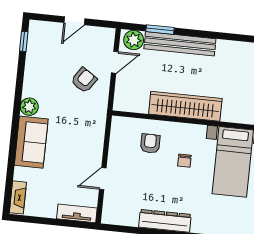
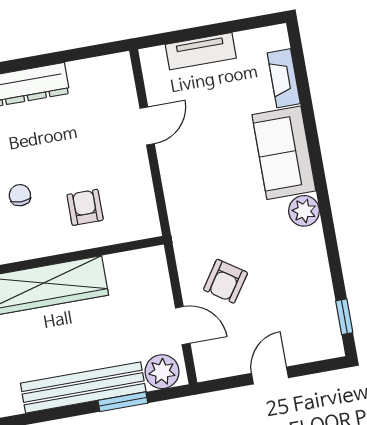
door: (115, 62) -> (183, 326), swing flipped
armchair: (150, 143) -> (85, 207), turned 180
fireplace: (18, 197) -> (284, 78), moved
tv unit: (77, 213) -> (201, 51), moved

